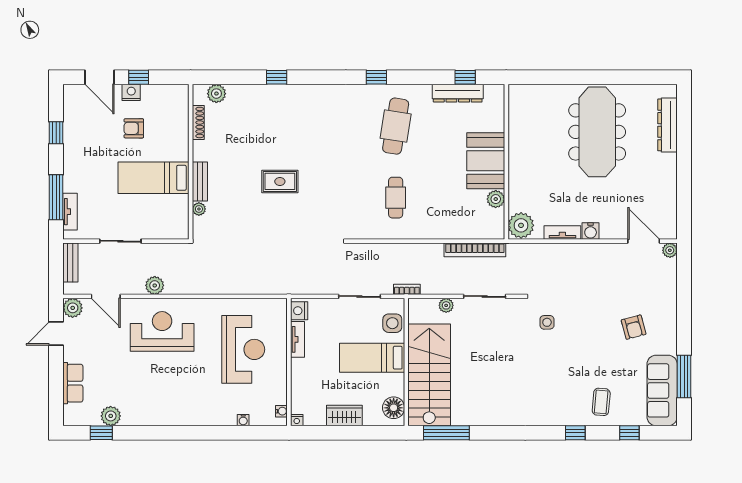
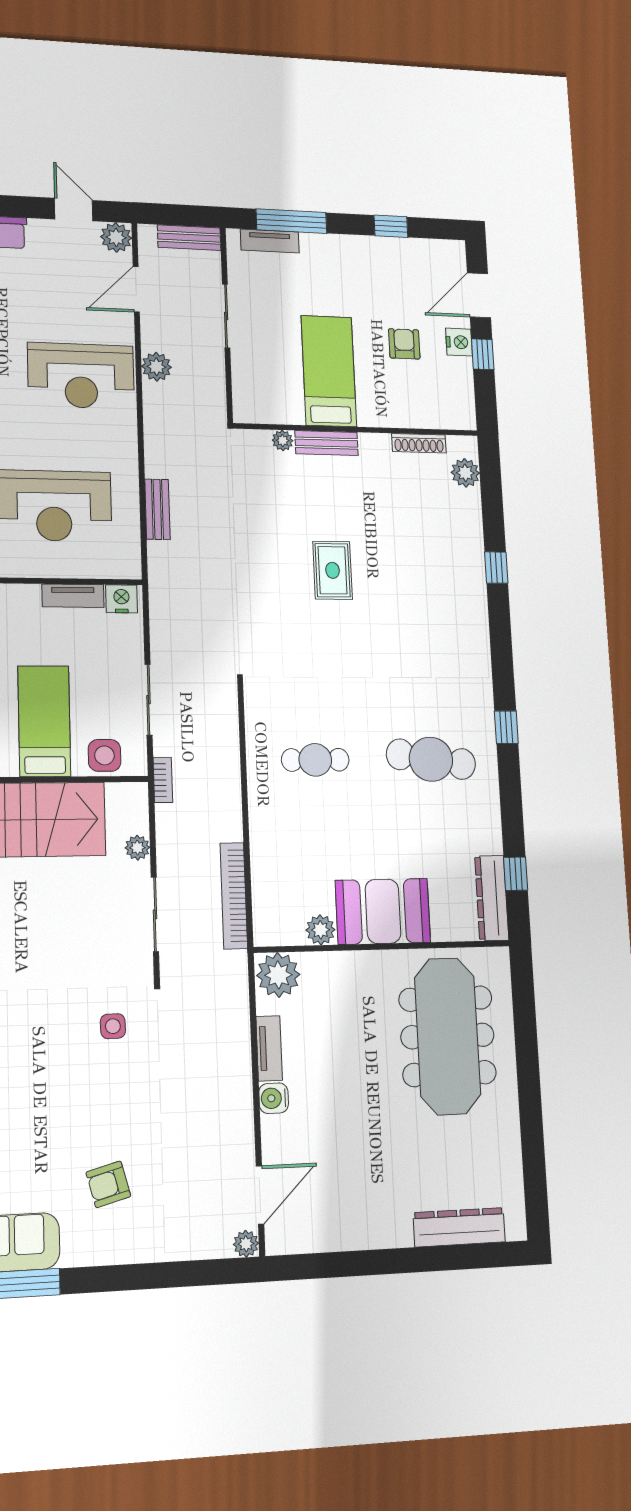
dresser: (458, 93) -> (492, 898), moved
meeting table: (597, 132) -> (448, 1036), moved, turned 90
bench: (244, 288) -> (157, 509), added
reception desk: (162, 331) -> (81, 376), turned 90

